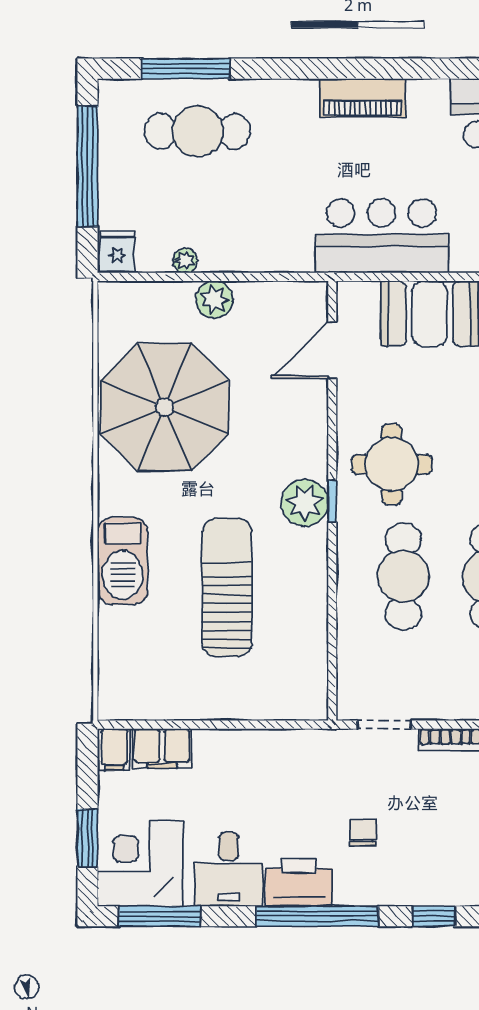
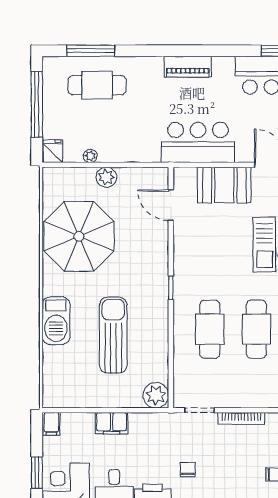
door: (332, 350) -> (171, 205), hinge flipped
round table: (392, 464) -> (203, 268), removed
plant: (305, 503) -> (156, 395), moved
filing cabinet: (162, 748) -> (112, 423), moved

